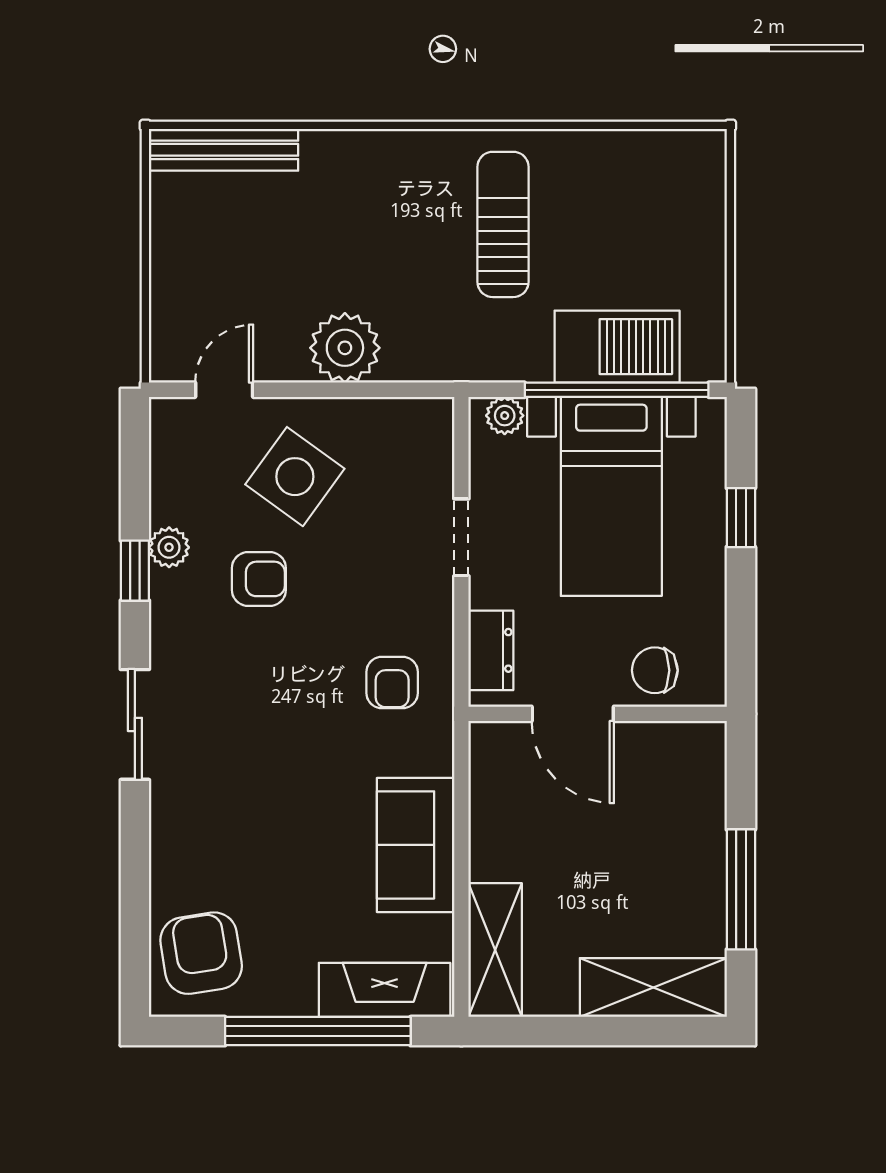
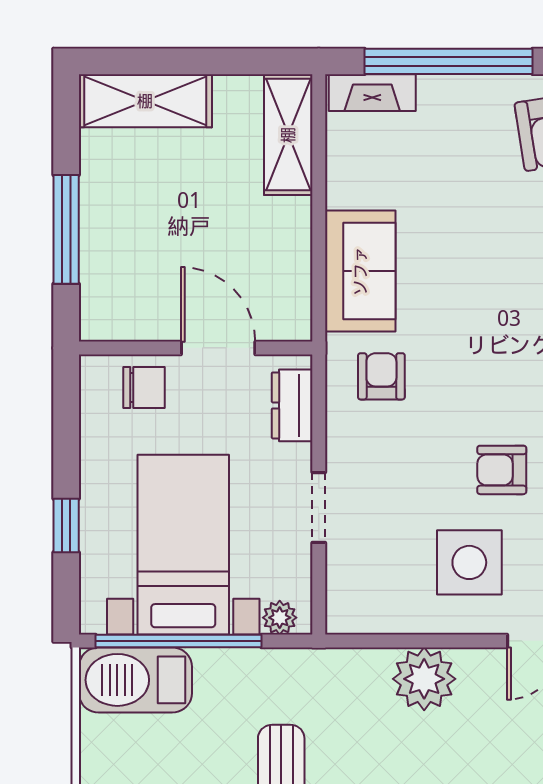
barbecue: (617, 347) -> (135, 680), moved
side table: (295, 477) -> (469, 562), turned -36
sofa: (416, 845) -> (360, 271), moved
window: (741, 889) -> (66, 229), moved
fireplace: (385, 990) -> (372, 93), width x0.73, depth x0.76

